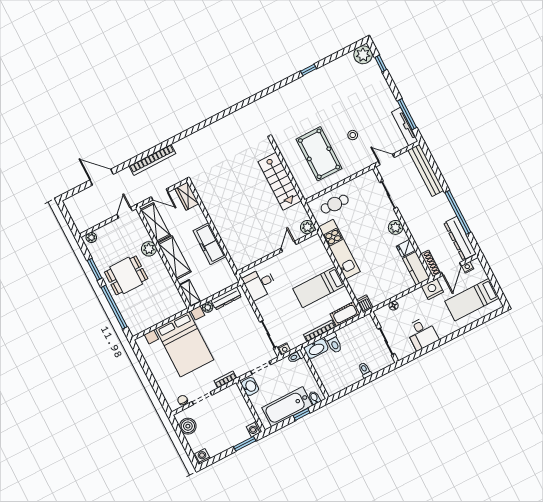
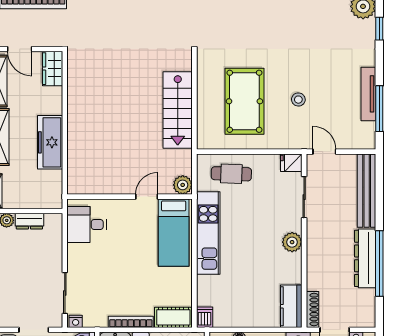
tv unit: (405, 127) -> (368, 94), moved
dresser: (460, 238) -> (365, 258), moved
fridge: (406, 248) -> (291, 163), moved
bed: (319, 287) -> (174, 233), moved, turned -90
dresser: (226, 298) -> (29, 221), width x0.70

